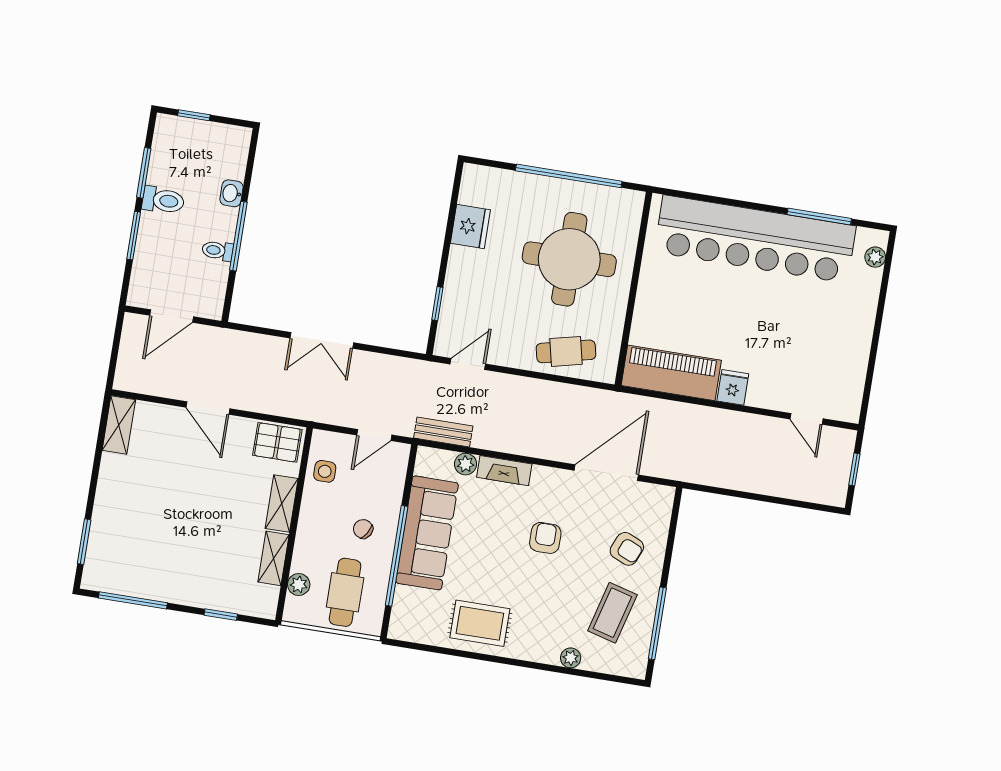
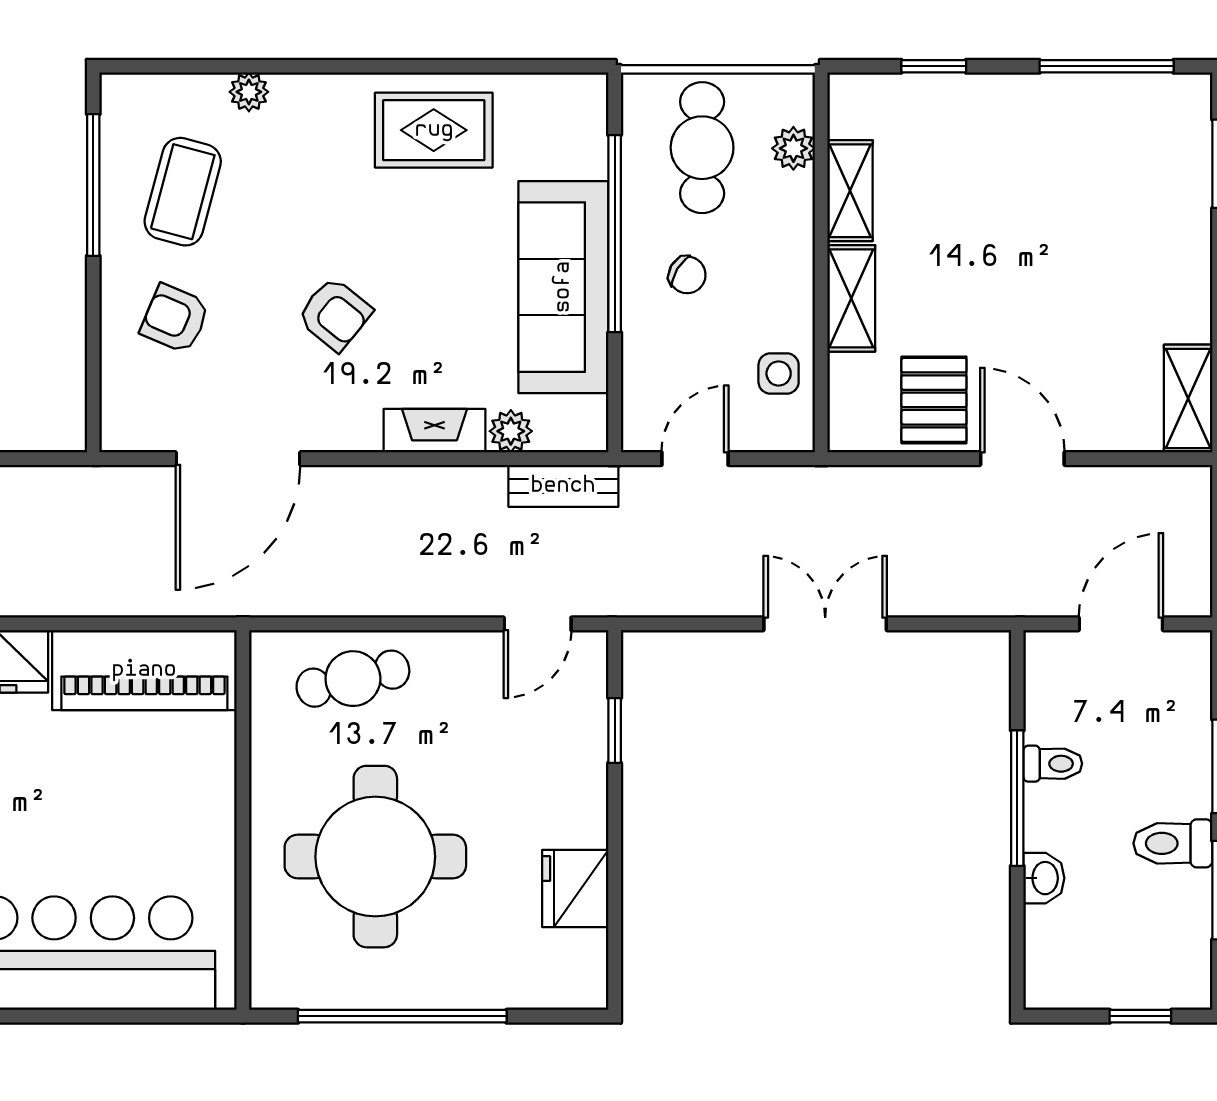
pallet: (277, 442) -> (934, 400), moved, turned 90
armchair: (545, 538) -> (335, 314), turned -51

